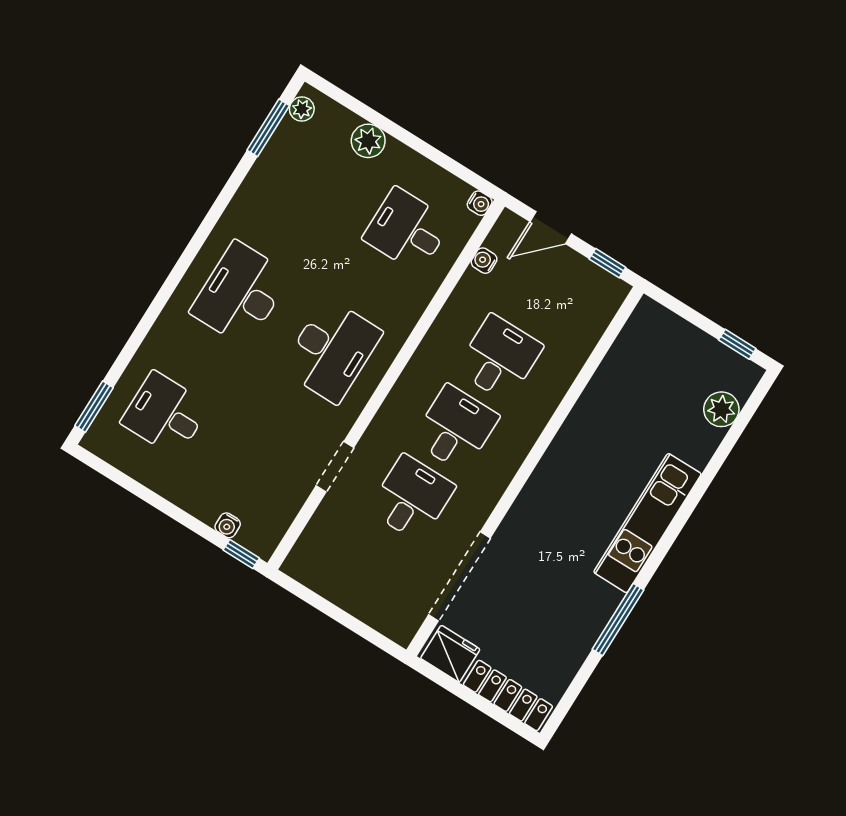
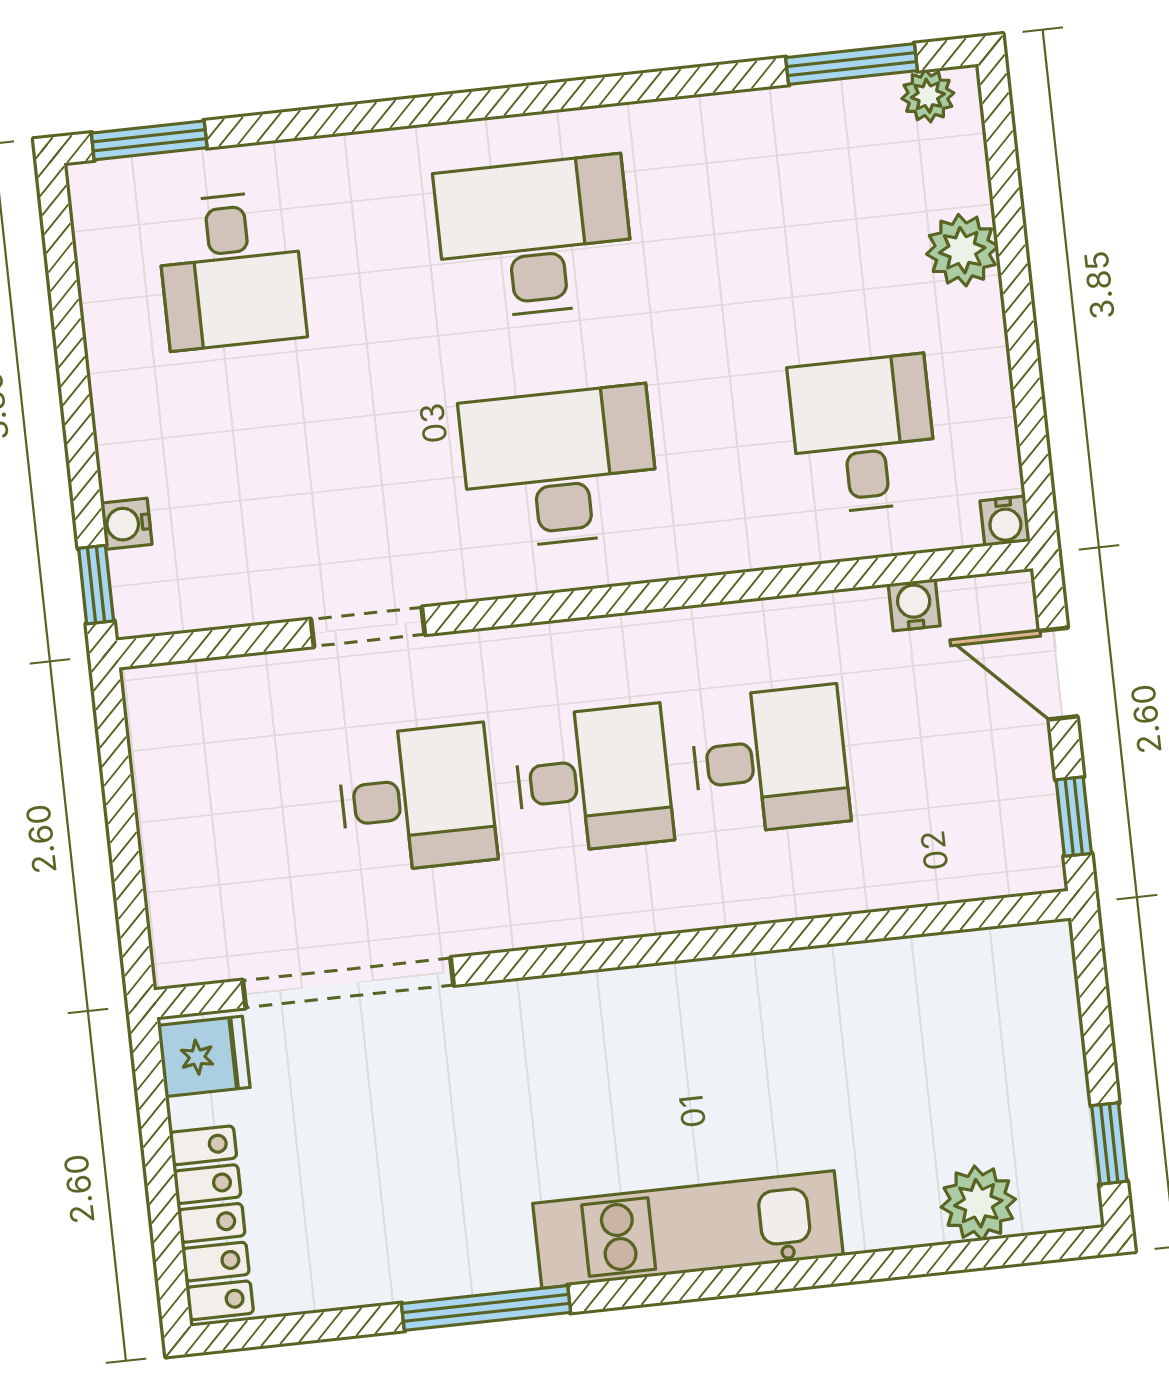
desk: (332, 351) -> (560, 467), turned 180
desk: (165, 414) -> (231, 270), turned 180
fridge: (450, 654) -> (204, 1056), width x0.72

